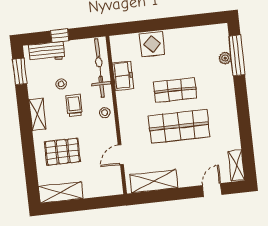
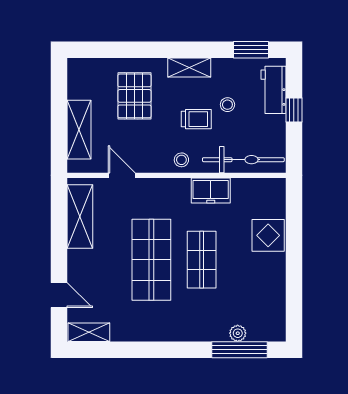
freezer: (123, 76) -> (211, 190), moved
shelving: (61, 192) -> (79, 130), moved

